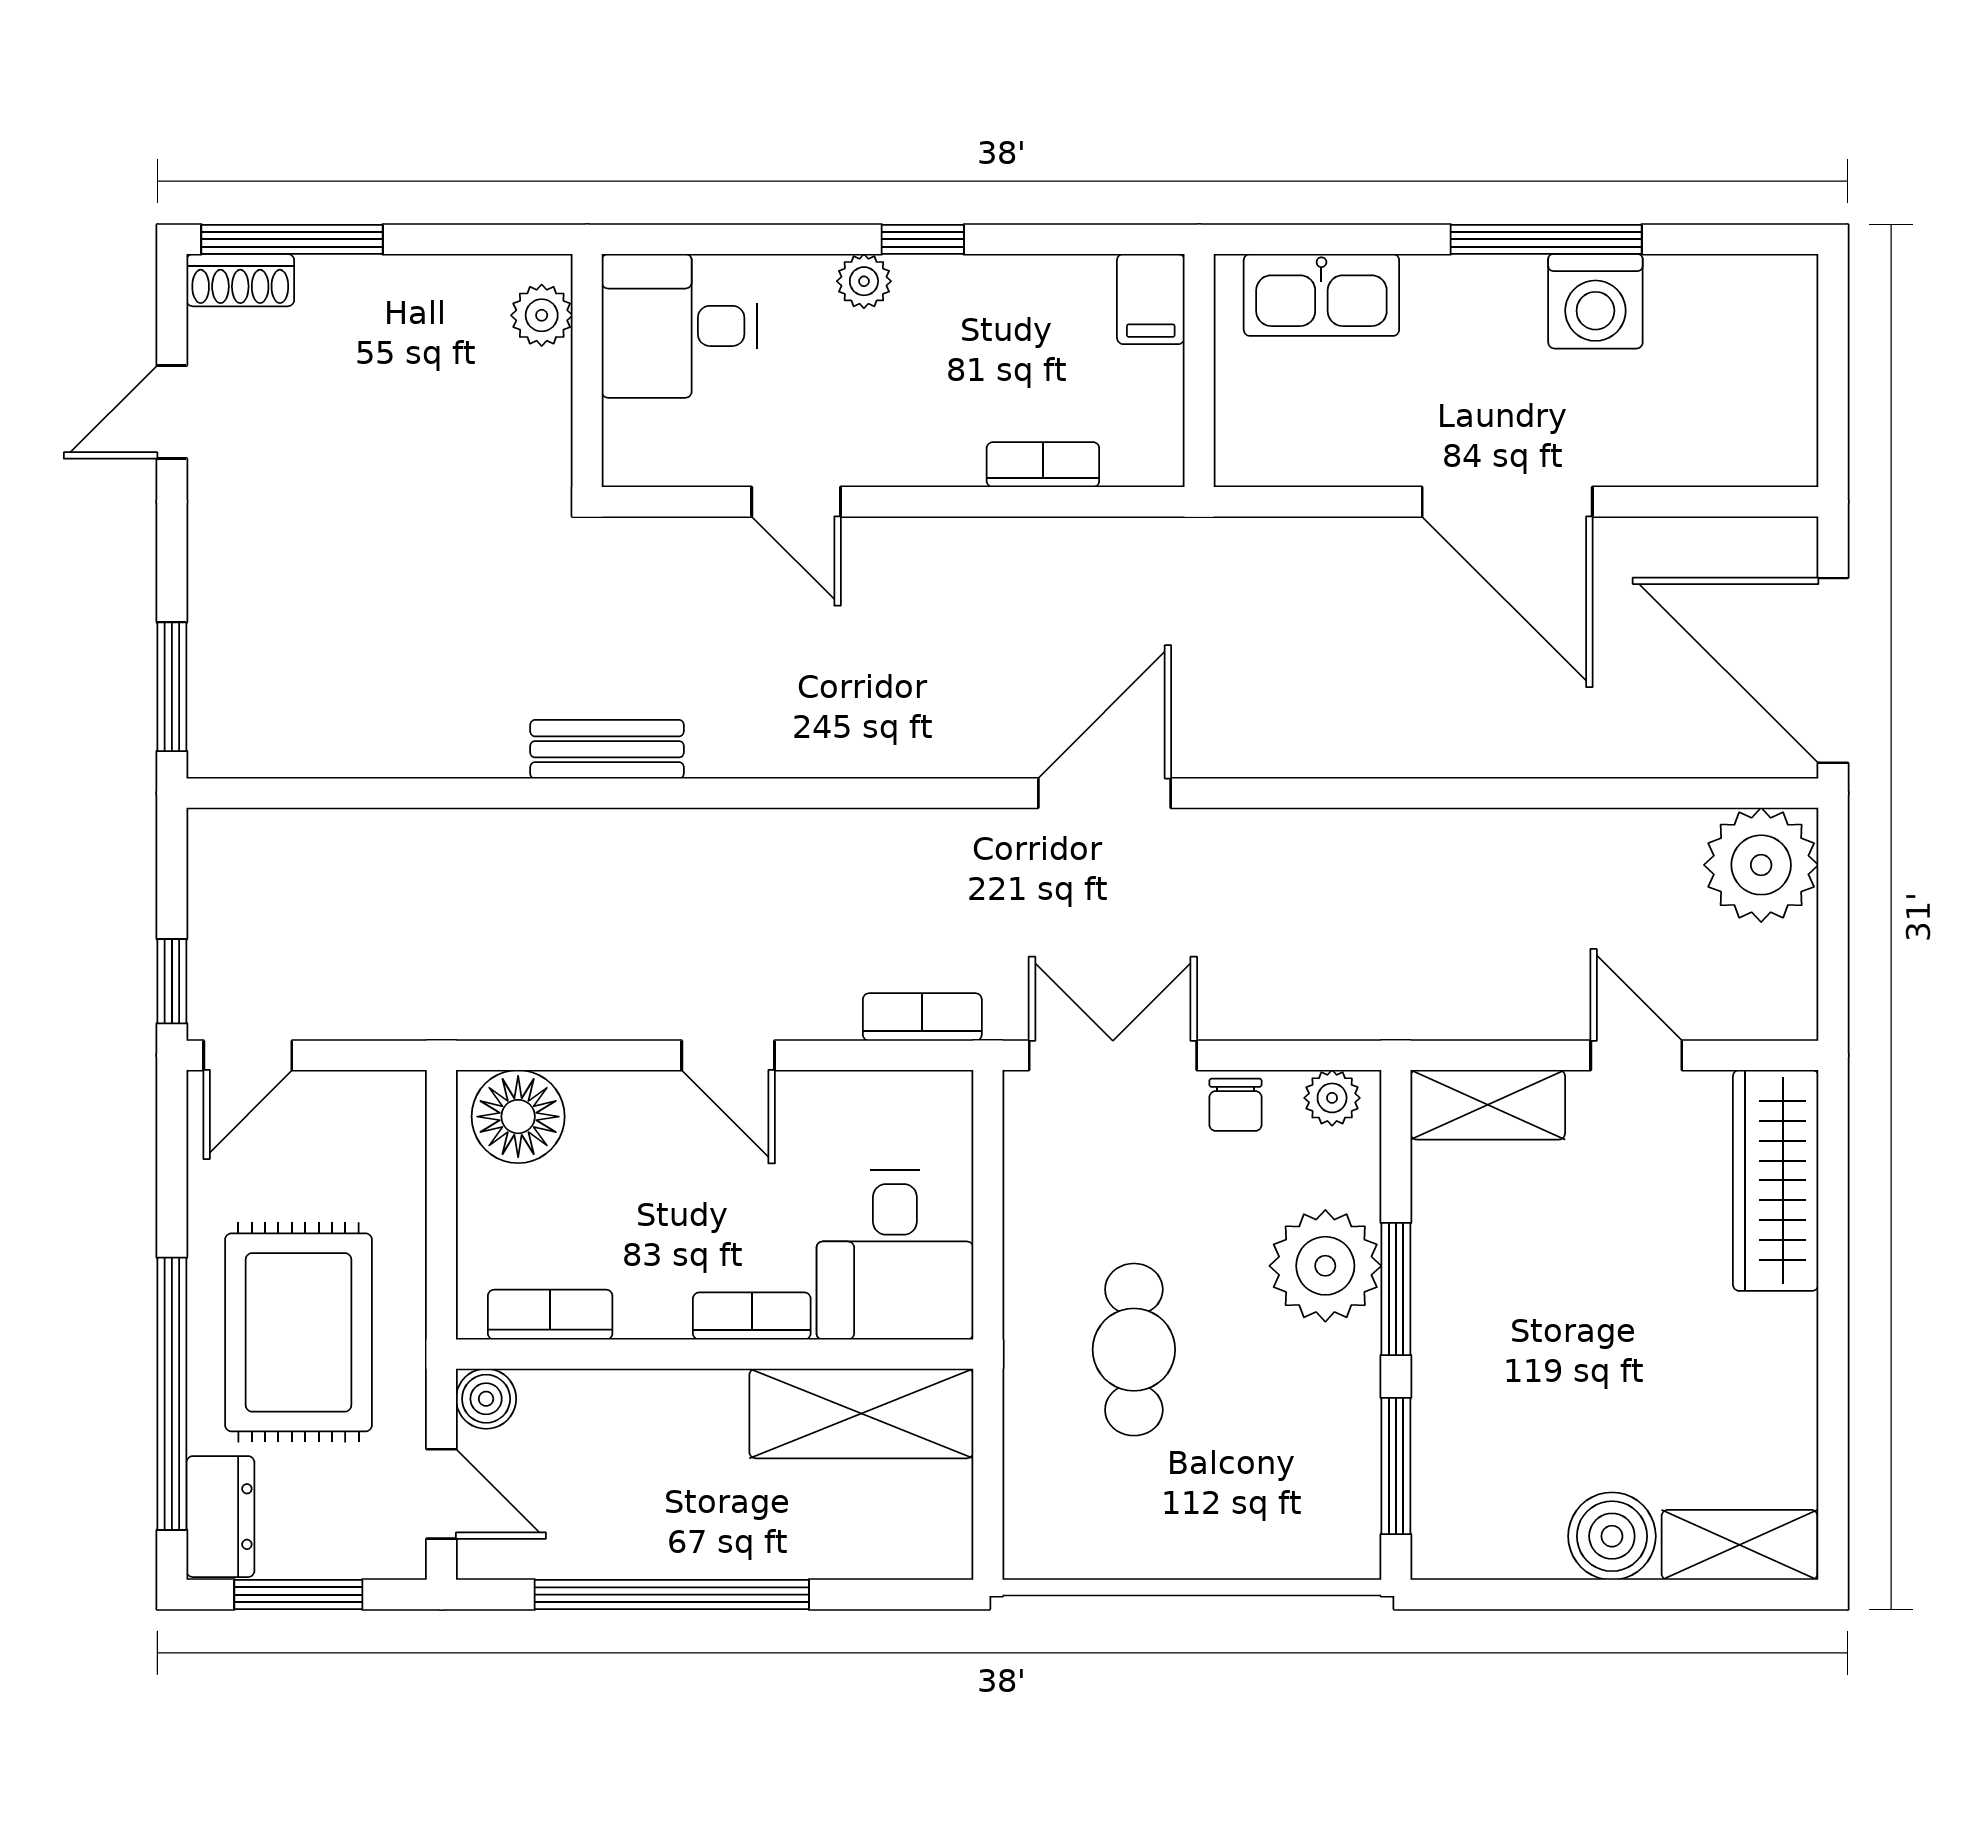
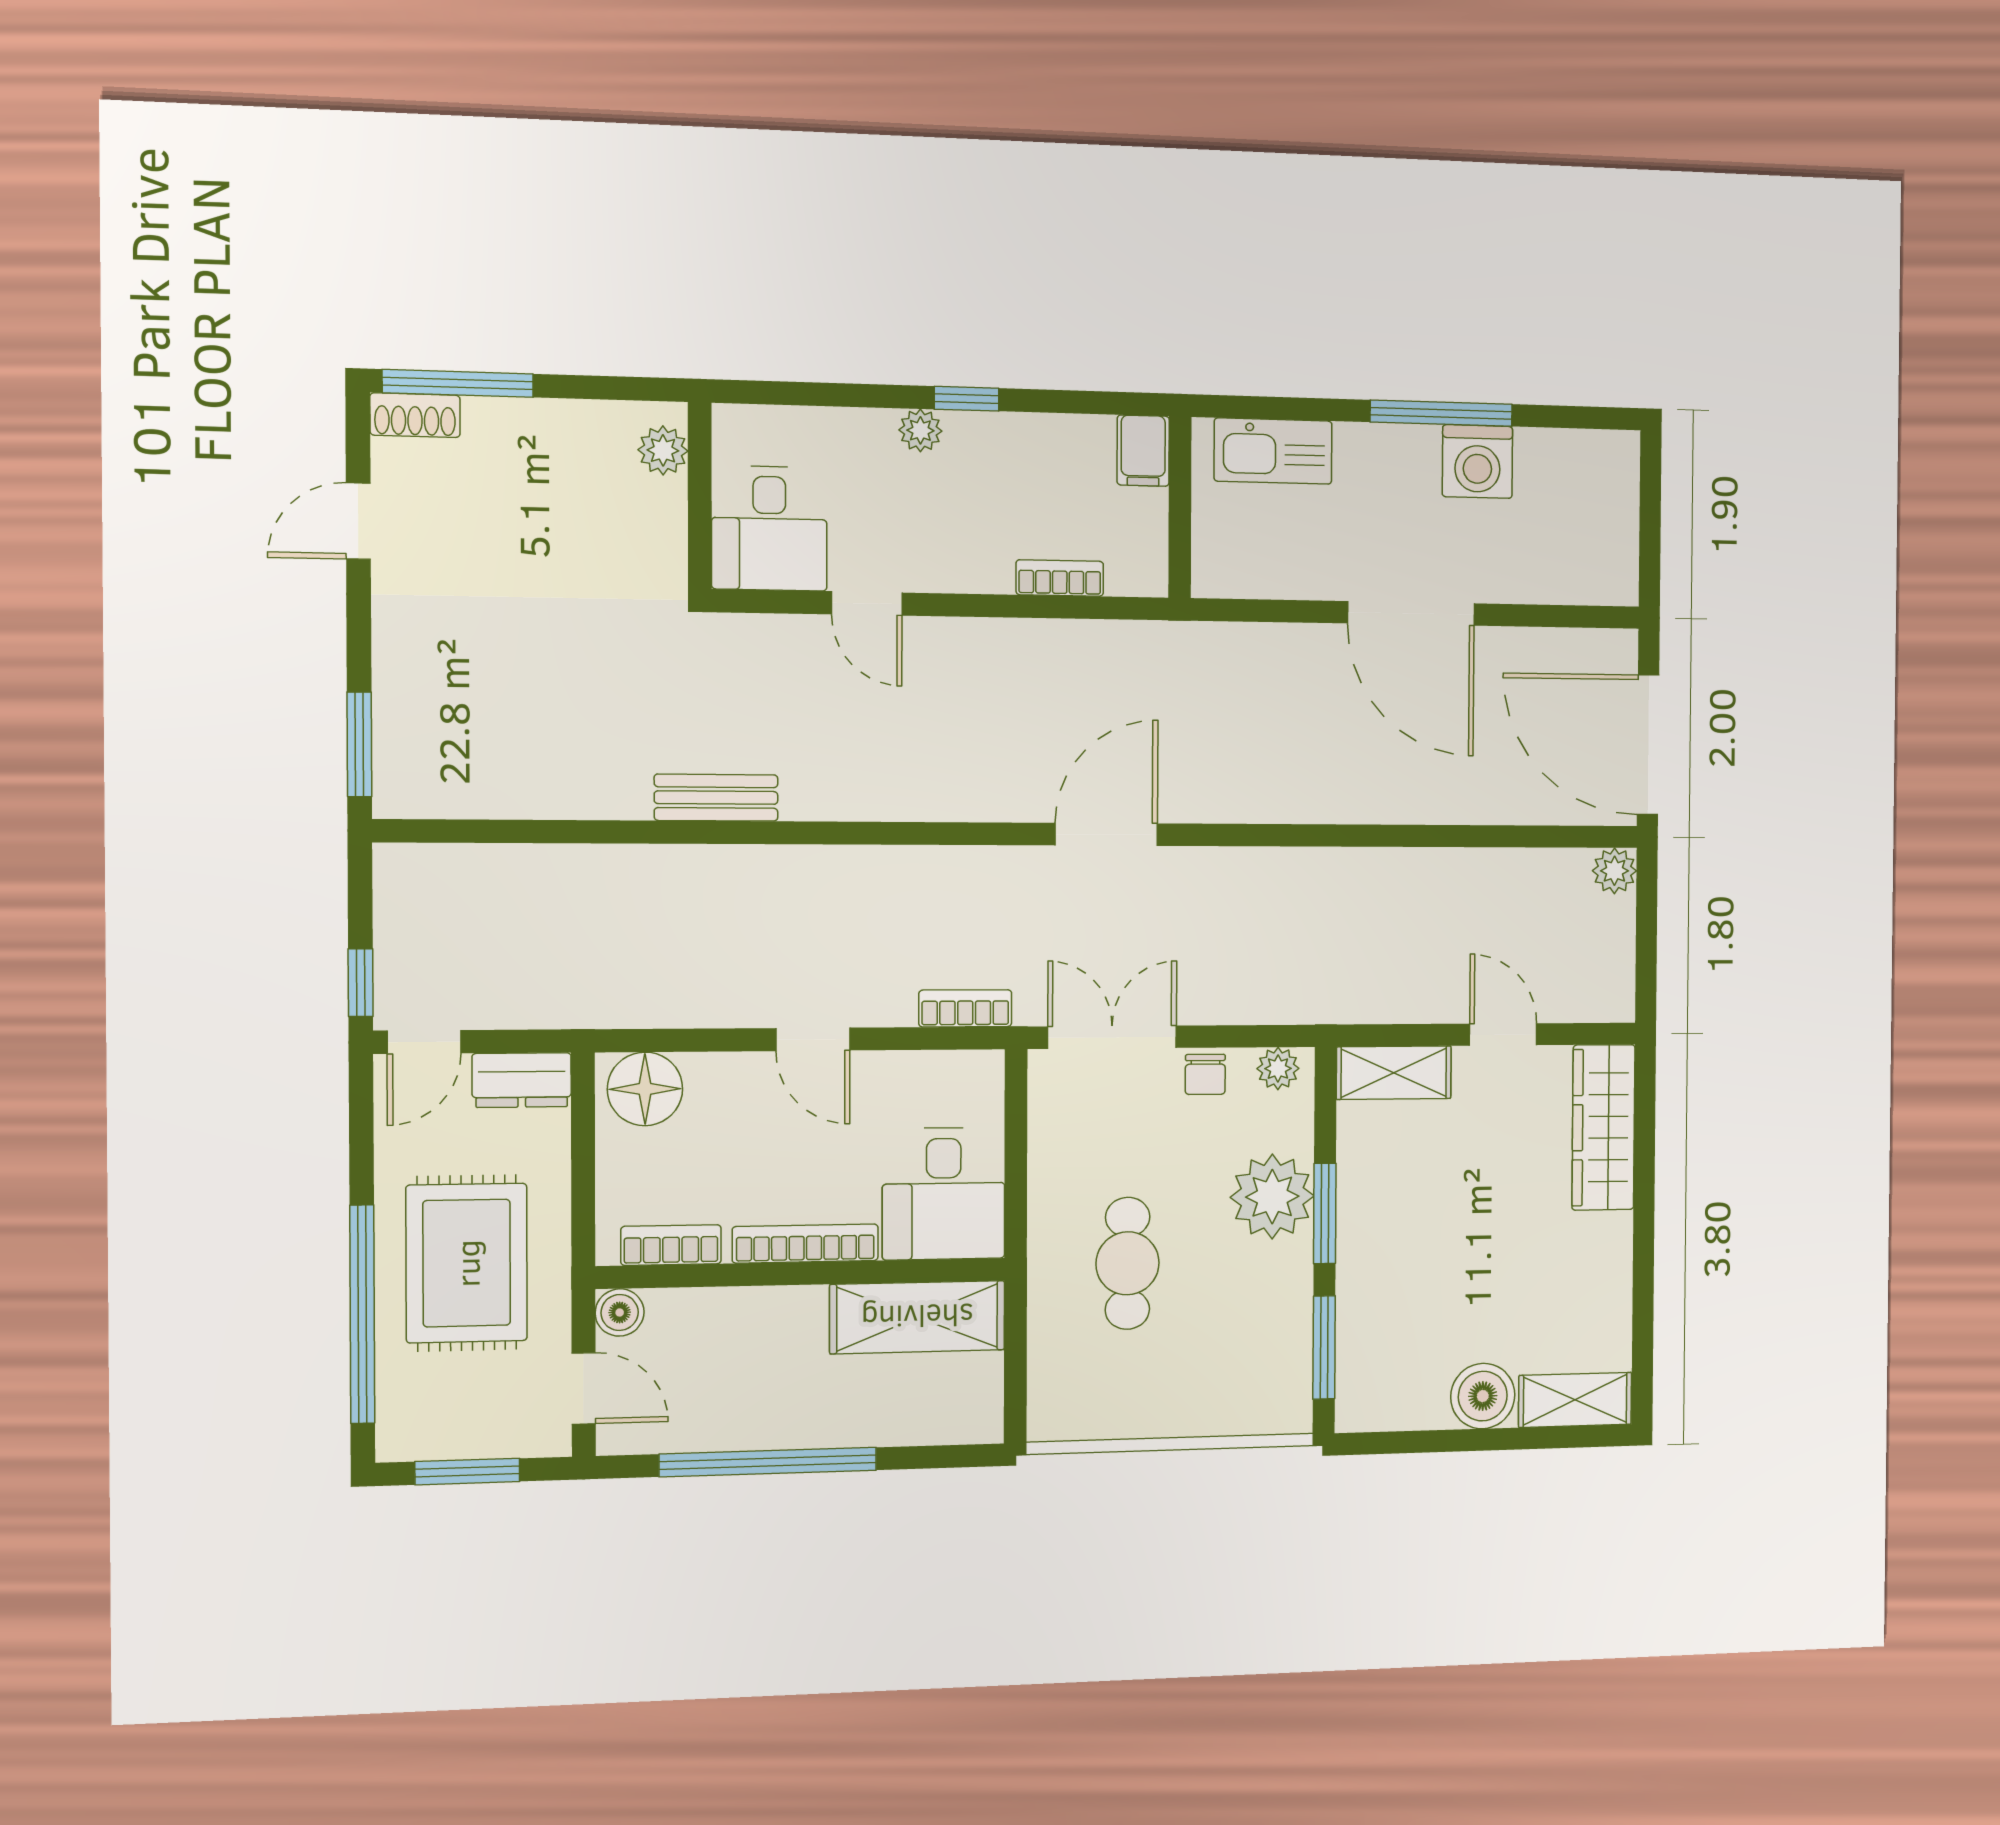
desk: (679, 326) -> (769, 528), moved, turned -90
plant: (1761, 865) -> (1614, 871), width x0.53, depth x0.53
bookcase: (752, 1316) -> (805, 1244), width x1.56
dresser: (220, 1517) -> (522, 1080), moved, turned 90

